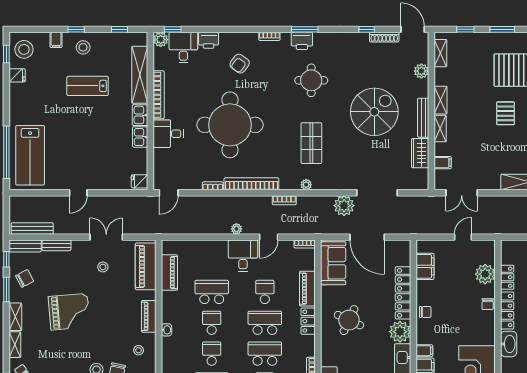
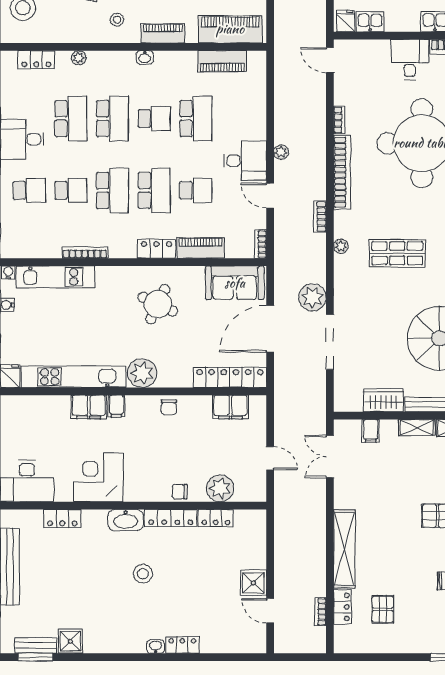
kitchen sink: (140, 137) -> (370, 22), moved
locker: (403, 293) -> (230, 377), moved
school desk: (212, 354) -> (113, 119), width x1.85

